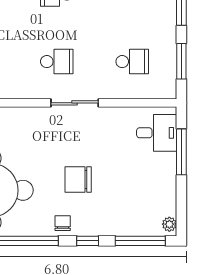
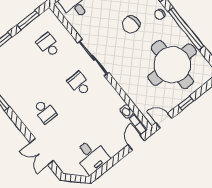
sliding door: (75, 103) -> (93, 58), width x1.37
chair: (78, 180) -> (131, 24), turned 81

